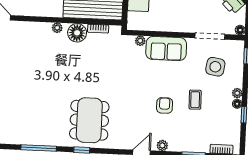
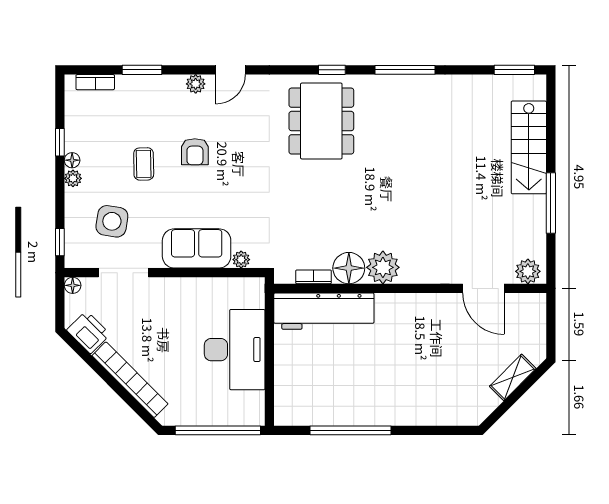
plant: (57, 28) -> (383, 267), width x1.87, depth x1.87

